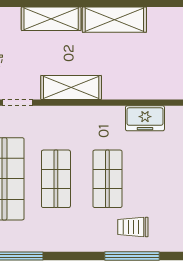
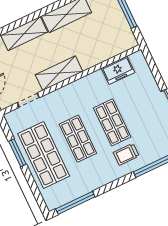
trolley: (133, 227) -> (126, 154), moved

